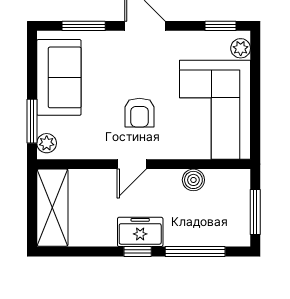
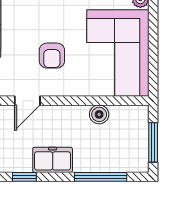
door: (132, 164) -> (27, 101), moved
window: (138, 251) -> (24, 177), moved

